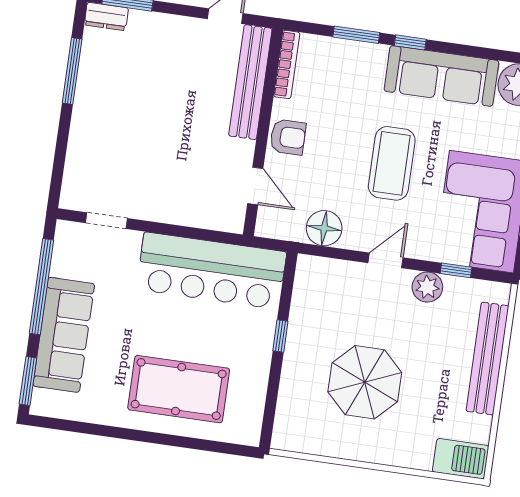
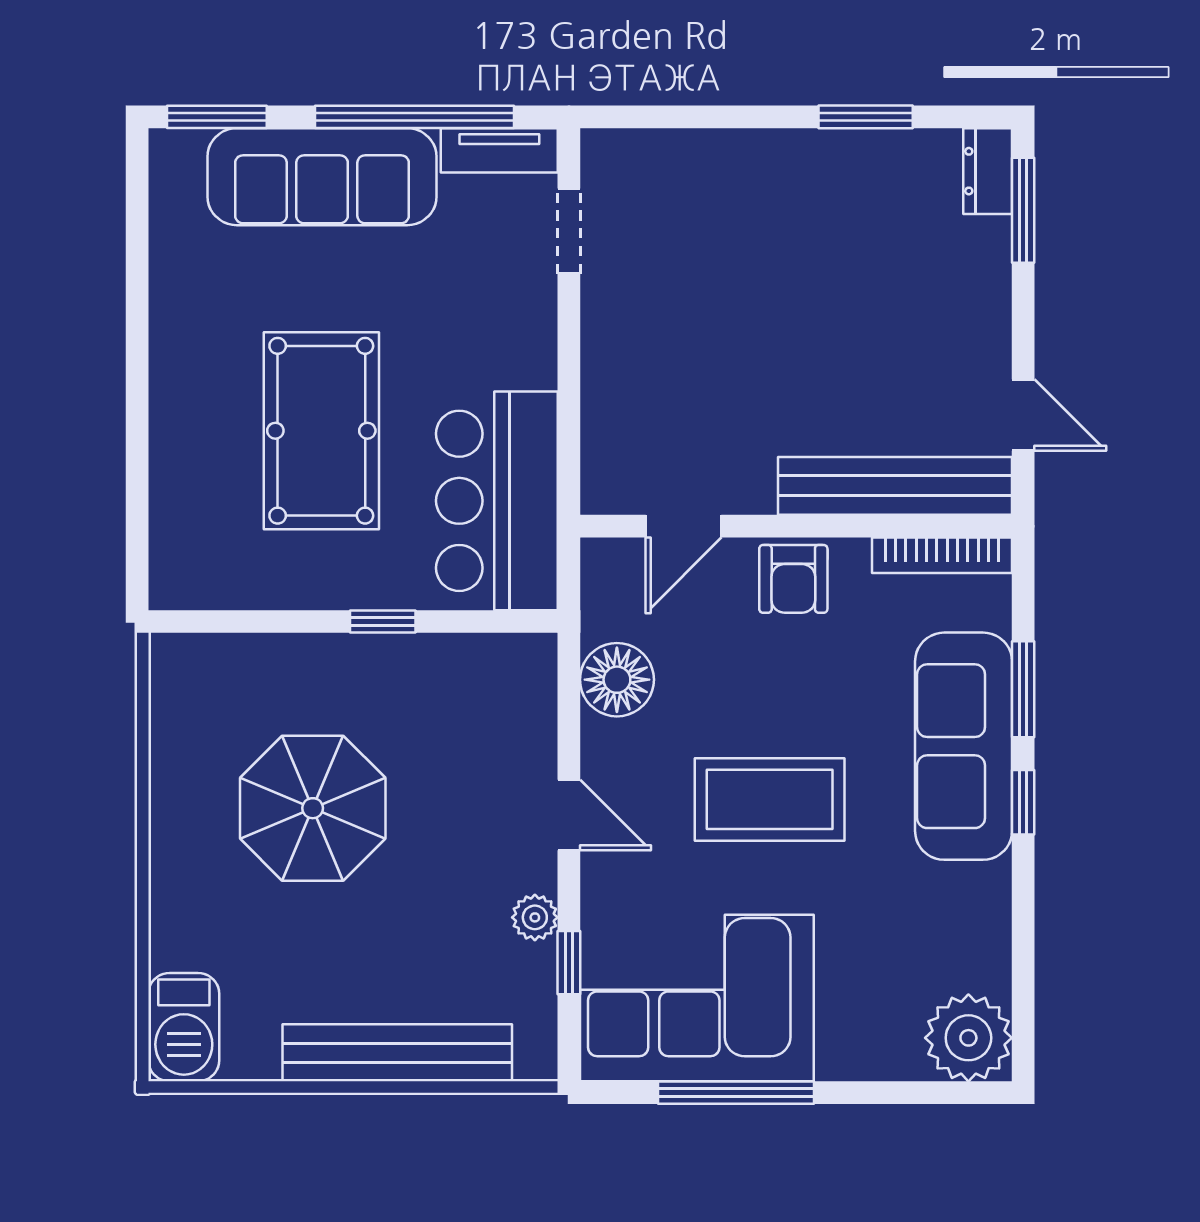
window: (72, 71) -> (866, 117), width x0.69
sofa: (441, 76) -> (964, 746), moved
tv unit: (63, 248) -> (499, 150), added
bar counter: (211, 271) -> (497, 501), width x0.73
plant: (427, 287) -> (535, 917), width x0.73, depth x0.73
pool table: (179, 389) -> (321, 431), moved

